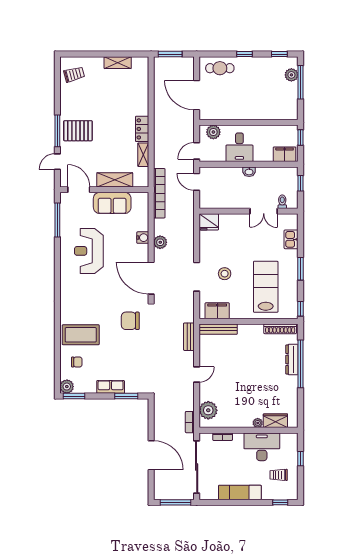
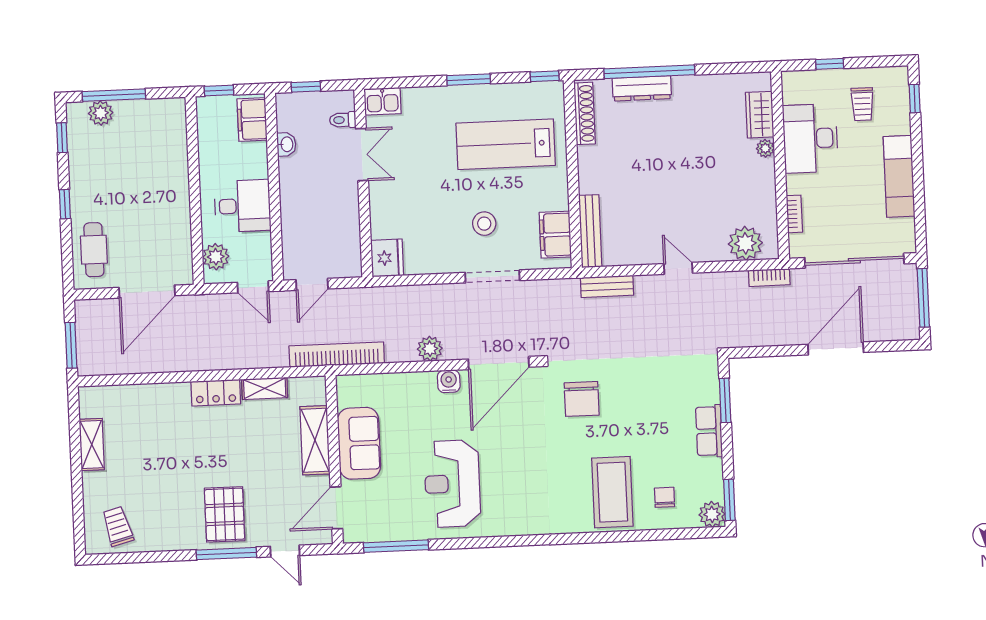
washbasin: (249, 172) -> (286, 144), moved
water cooler: (143, 238) -> (449, 381), moved
kitchen sink: (291, 239) -> (383, 101), moved
reception desk: (89, 251) -> (452, 484), turned 90

